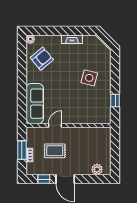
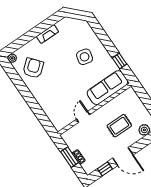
sofa: (35, 104) -> (107, 88), moved, turned -90
rug: (55, 151) -> (119, 126), moved

